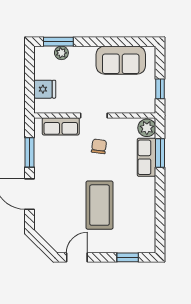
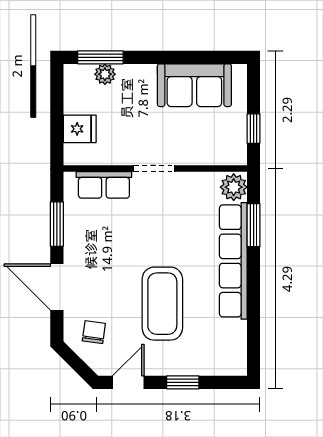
chair: (99, 146) -> (94, 332), moved
row of seats: (147, 157) -> (233, 261), width x2.02
window: (128, 257) -> (183, 382), moved

